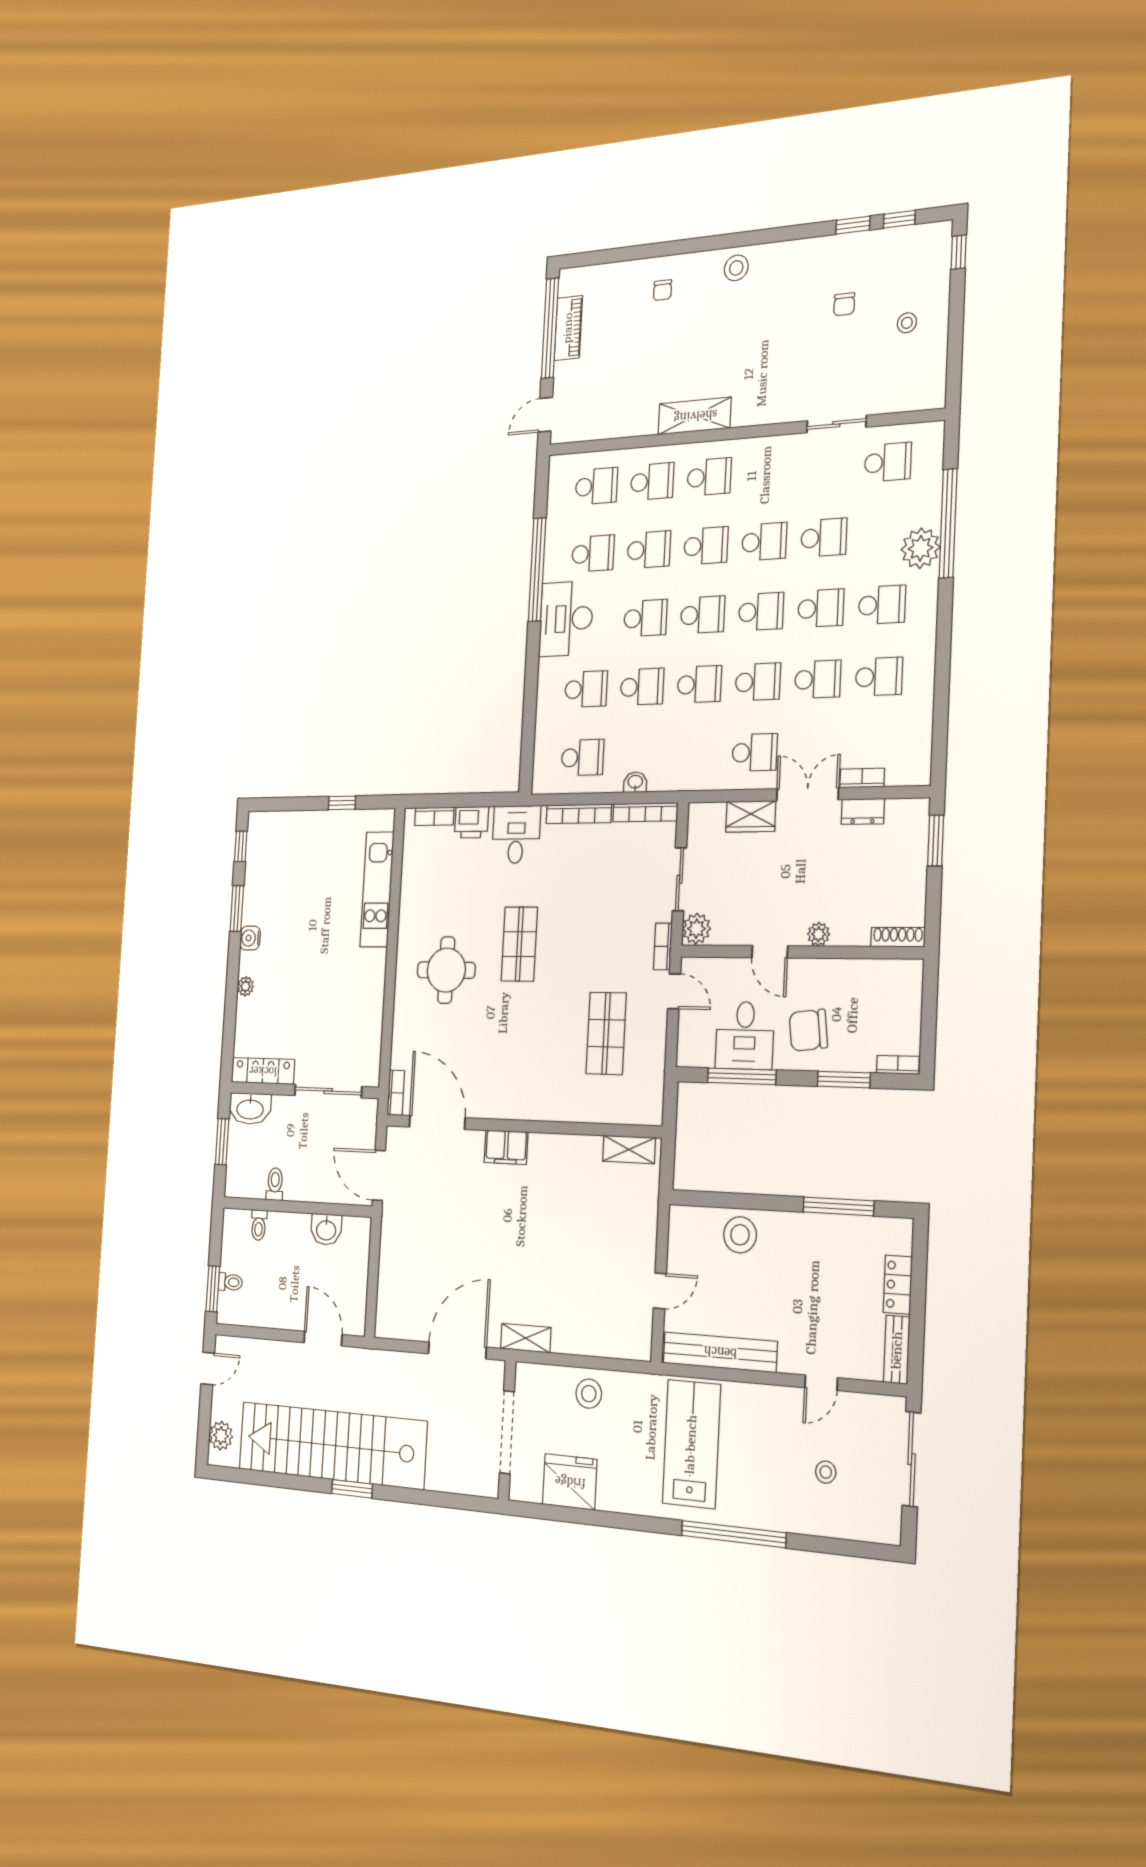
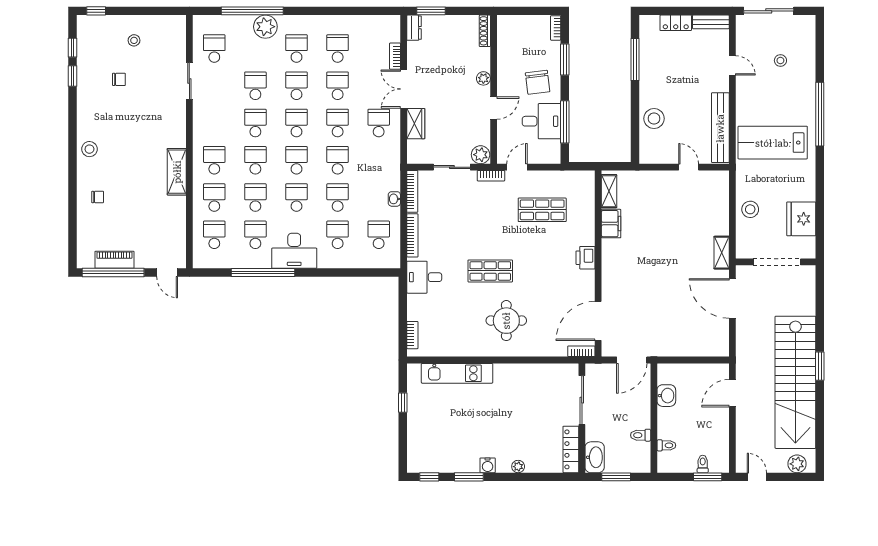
dresser: (863, 811) -> (414, 28), moved
printer: (472, 822) -> (585, 258), moved, turned 180
filing cabinet: (506, 1147) -> (611, 224), moved

